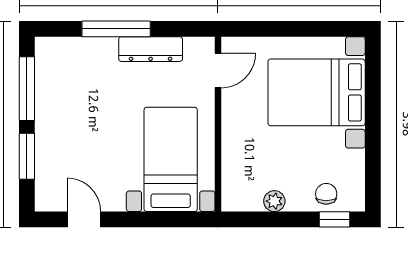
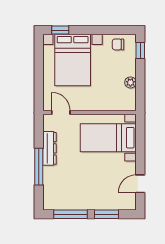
window: (373, 69) -> (60, 30), added
chair: (326, 194) -> (118, 44), moved

